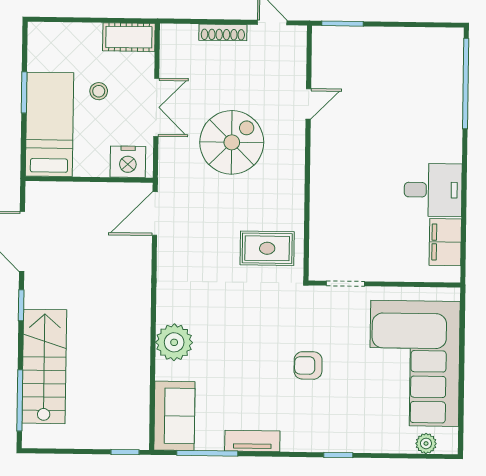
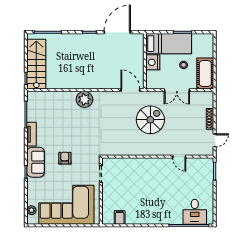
cot: (129, 37) -> (205, 74), width x1.37, depth x1.34
spiral stairs: (232, 142) -> (150, 120), moved, turned -90
nightstand: (128, 162) -> (153, 62), moved
desk: (433, 190) -> (195, 212), moved
filing cabinet: (445, 242) -> (120, 217), width x0.50
rug: (267, 248) -> (116, 140), removed
plant: (174, 342) -> (84, 99), moved
stairs: (44, 366) -> (36, 64), moved, turned -90
sofa: (174, 416) -> (36, 162), moved, turned -90

